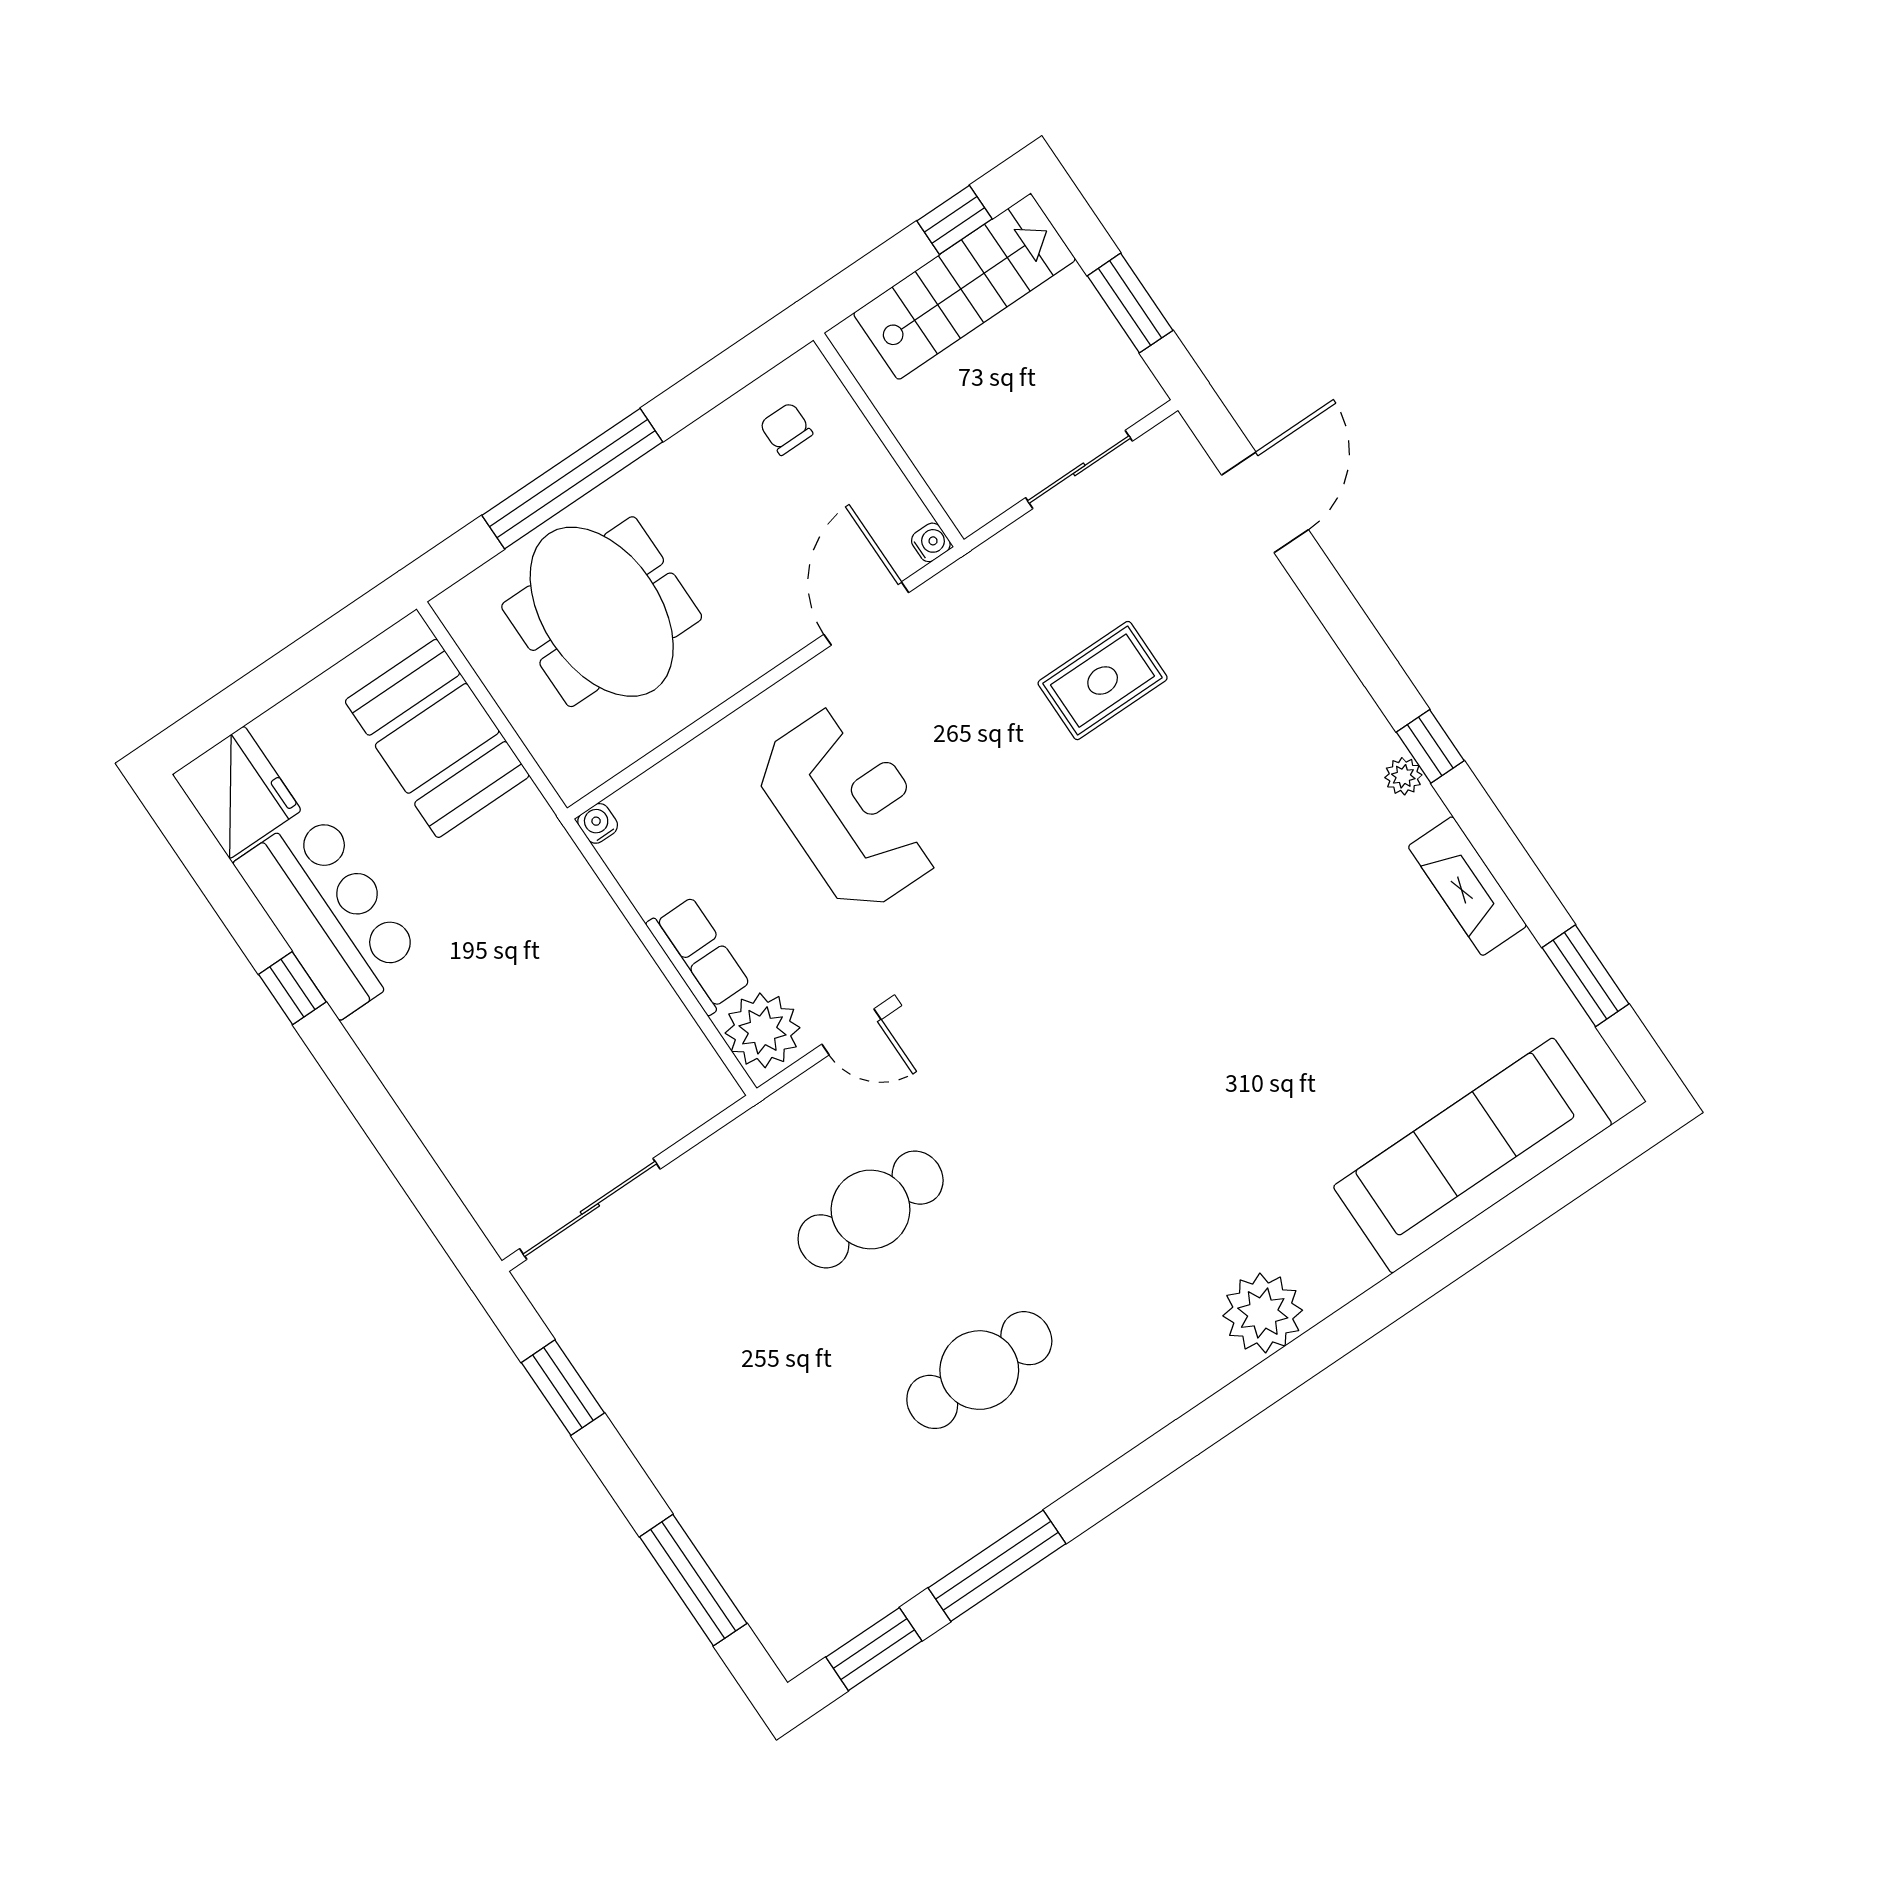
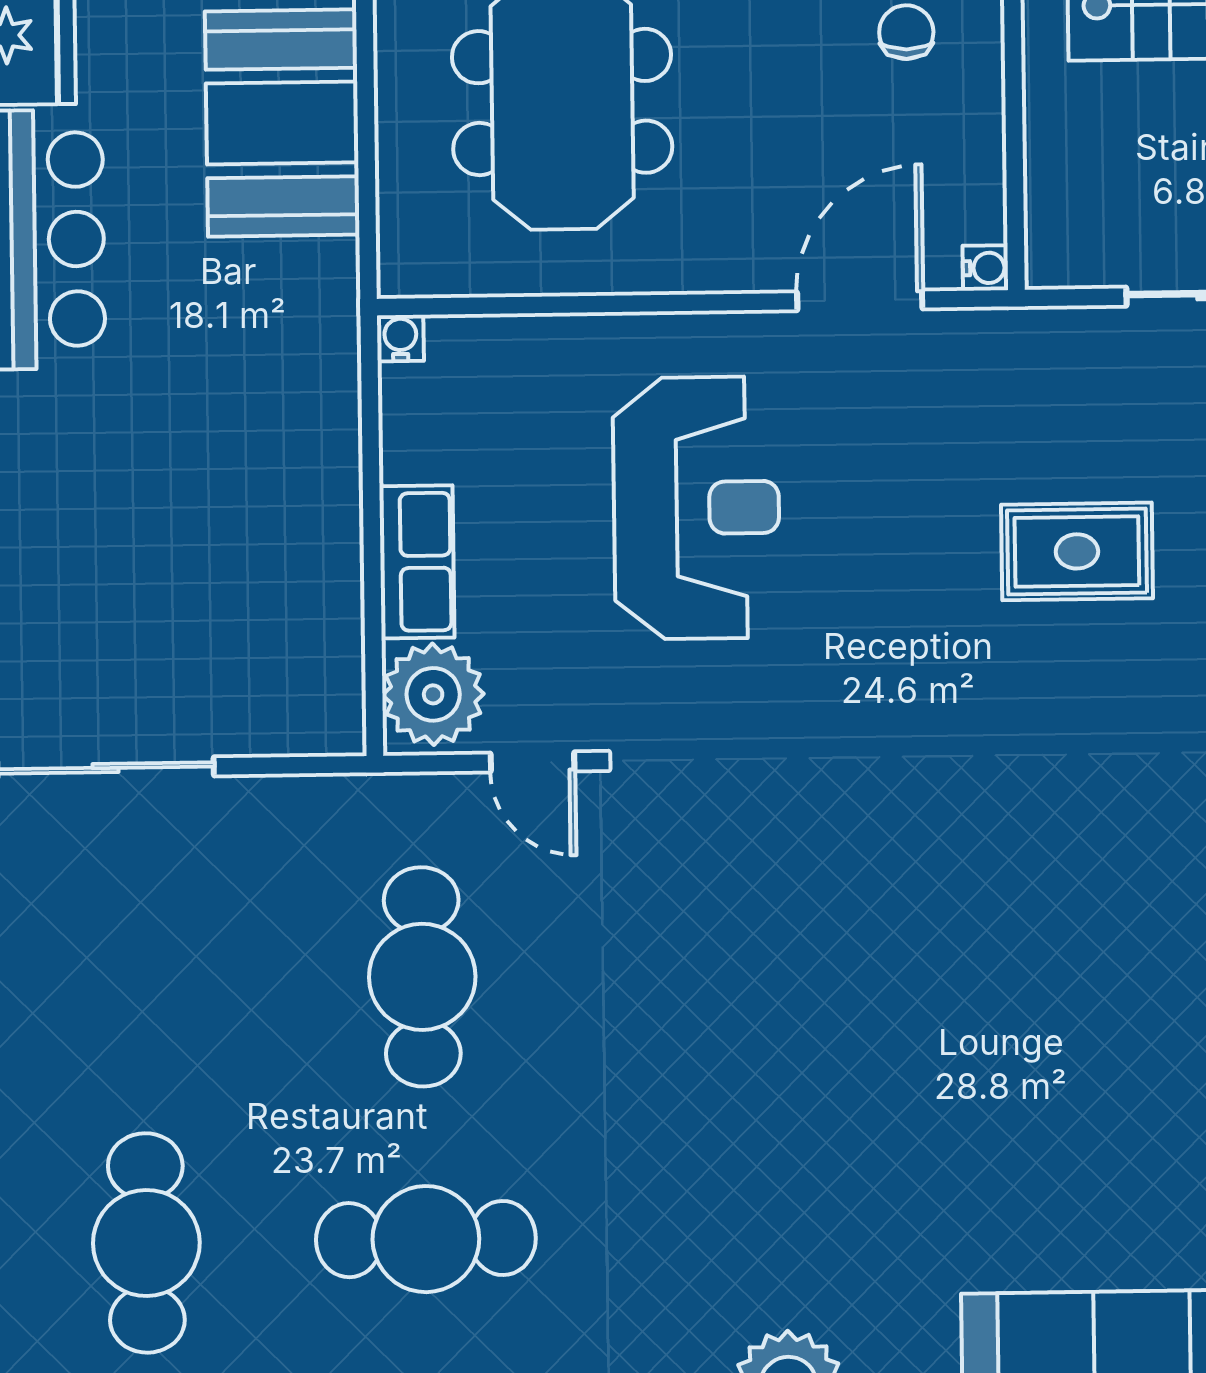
cafe table: (871, 1209) -> (422, 977), turned 90
cafe table: (808, 1486) -> (146, 1243), added

